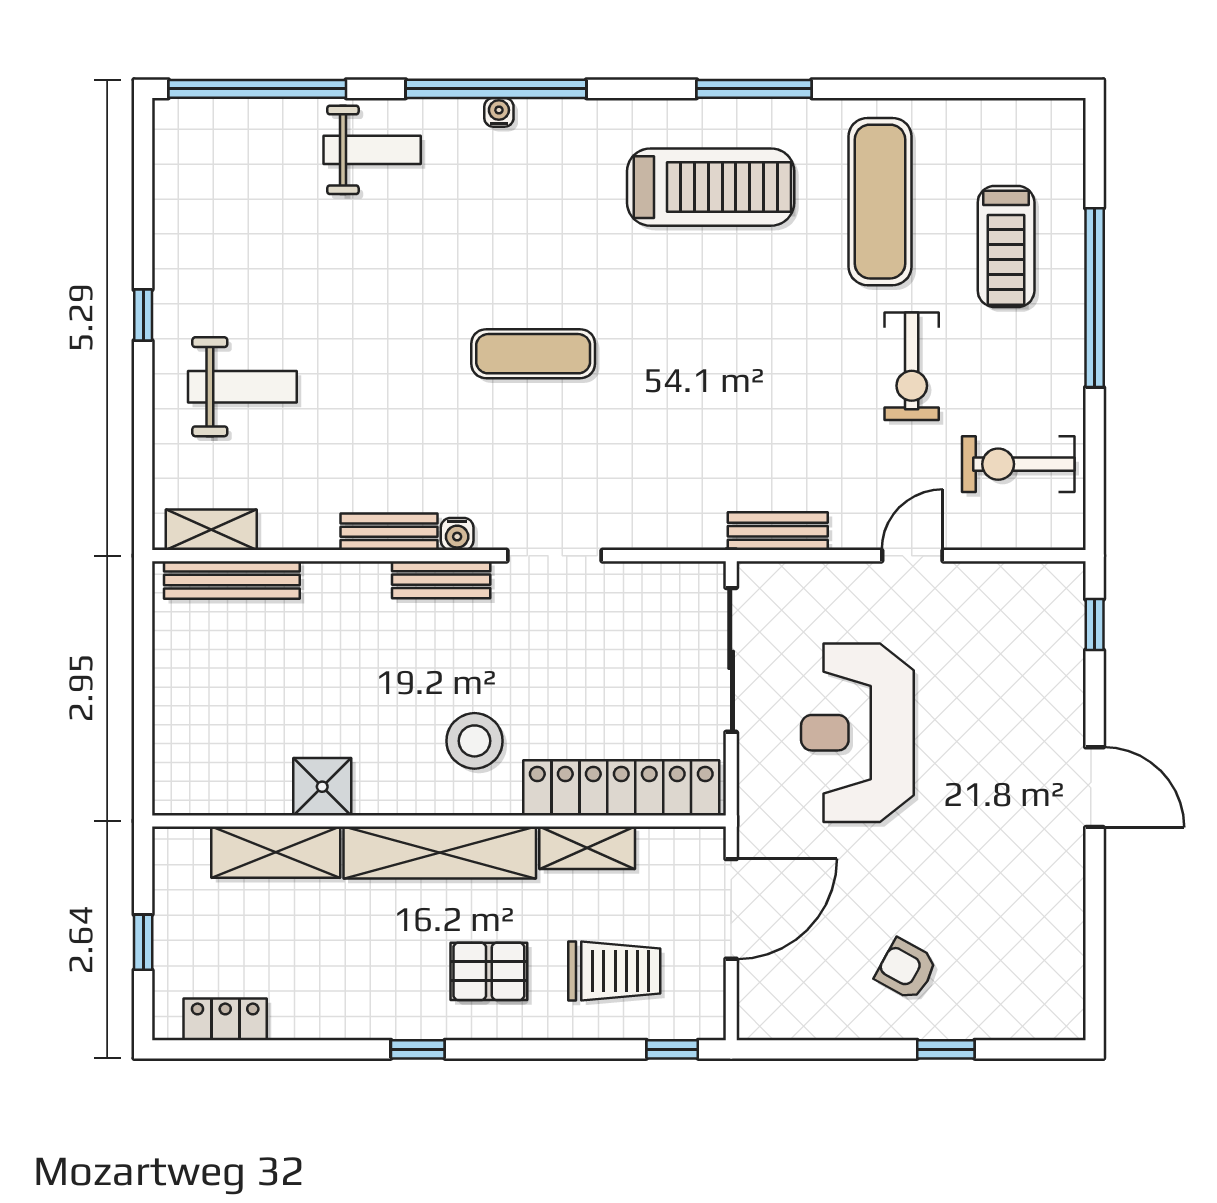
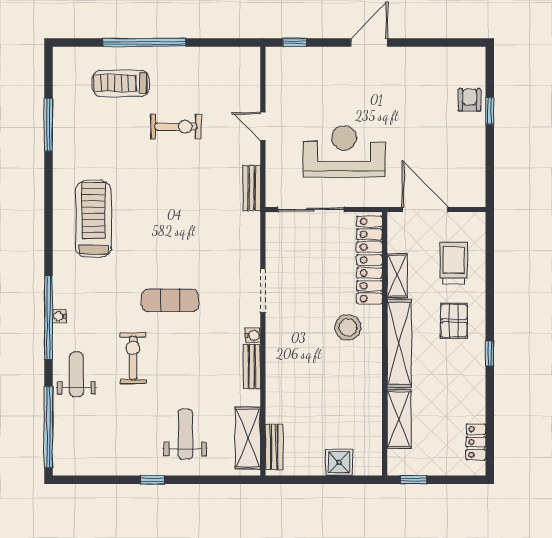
window: (754, 89) -> (48, 125), moved
exercise mat: (880, 202) -> (100, 141), removed
treadmill: (1006, 247) -> (121, 83), turned 180
exercise mat: (533, 354) -> (170, 300), turned 90
exercise bike: (1018, 464) -> (133, 358), moved, turned 180
shelving: (211, 530) -> (248, 438), width x1.50, depth x1.33
bench: (232, 580) -> (274, 447), width x0.73
bench: (441, 580) -> (274, 343), removed
reception desk: (857, 733) -> (344, 151), turned 180
shower: (322, 787) -> (339, 462), moved
window: (143, 942) -> (414, 480), moved
armchair: (906, 969) -> (469, 100), moved, turned 151
window: (672, 1049) -> (490, 237), removed

